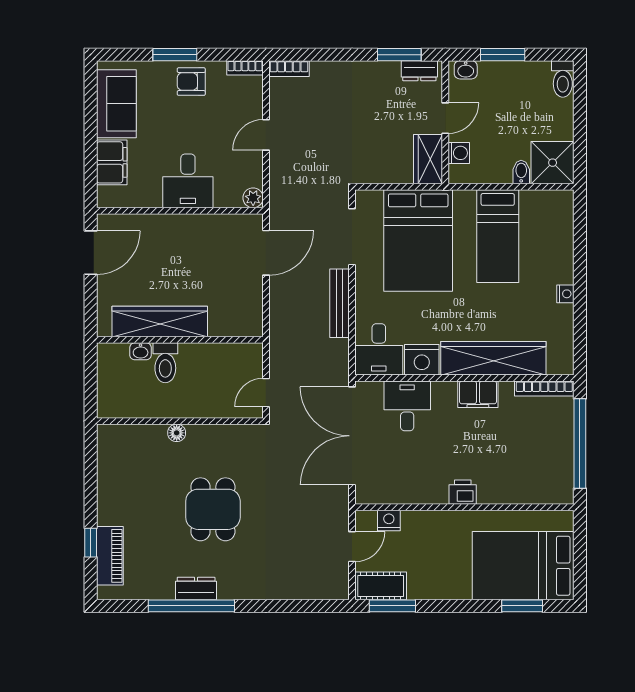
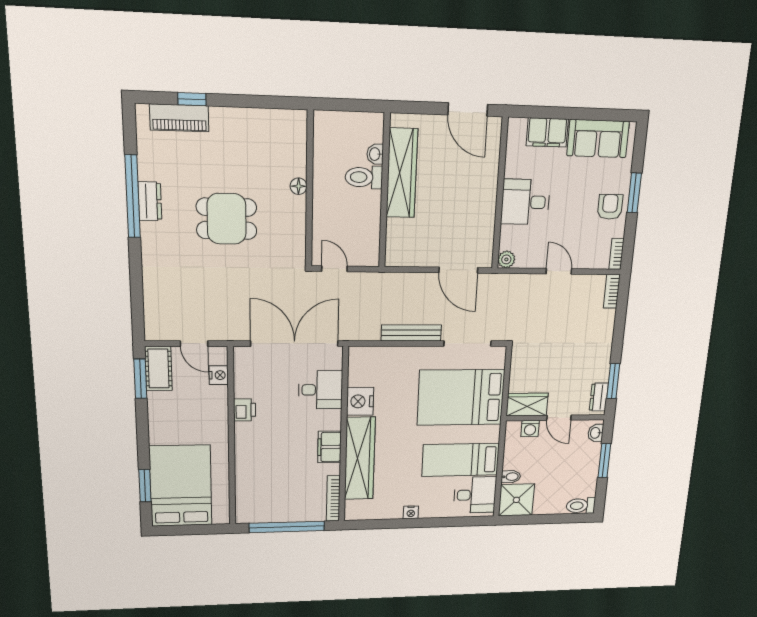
desk: (379, 349) -> (475, 495), moved, turned 180
printer: (463, 492) -> (245, 410), moved

